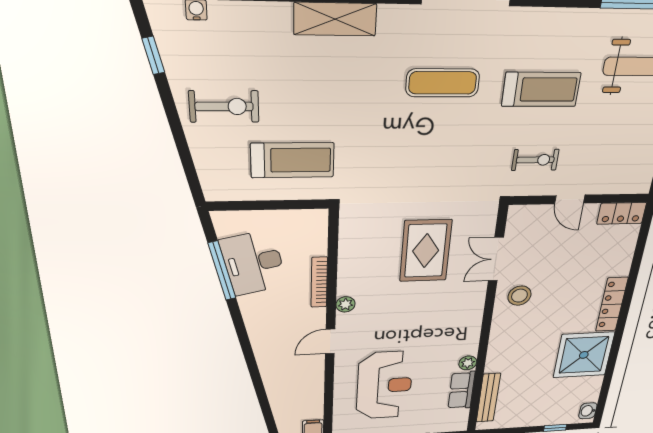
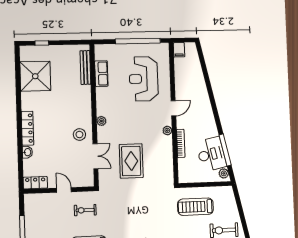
plant: (225, 226) -> (224, 173), added
shower: (584, 355) -> (35, 76), moved
plant: (468, 363) -> (101, 121), moved
washbasin: (588, 411) -> (27, 152), moved

